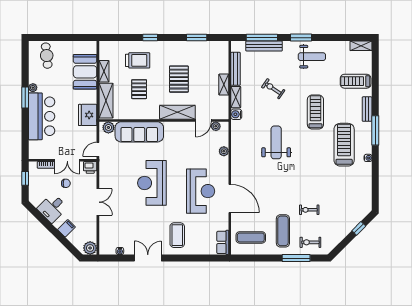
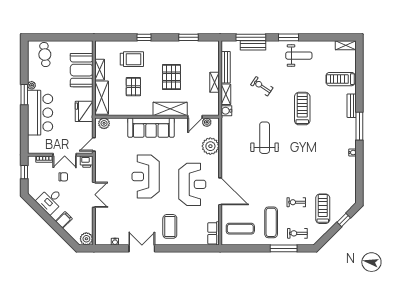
bench: (264, 46) -> (253, 45), width x0.73
sofa: (139, 132) -> (151, 128), moved
treadmill: (344, 145) -> (323, 209), moved, width x0.73, depth x0.73
plant: (224, 151) -> (210, 146), width x1.88, depth x1.88

